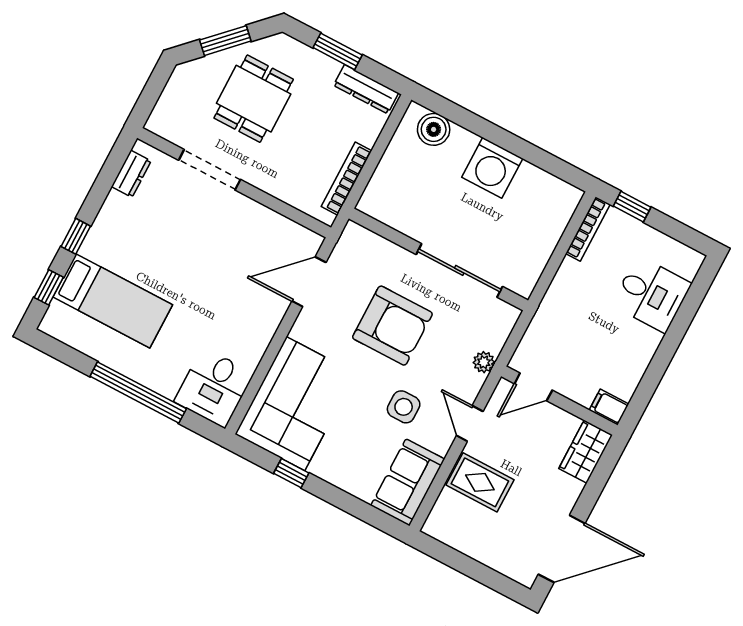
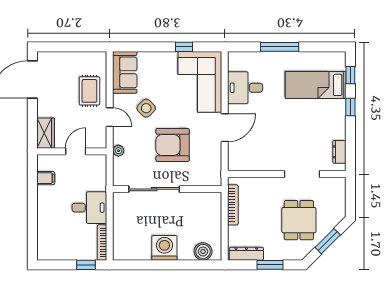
door: (309, 282) -> (225, 128), moved
desk: (651, 294) -> (89, 208), moved, turned 180
desk: (214, 387) -> (245, 88), moved, turned -90
door: (533, 387) -> (76, 151), moved
window: (138, 392) -> (280, 47), width x0.68
side table: (404, 407) -> (146, 108), turned 45
filing cabinet: (609, 407) -> (46, 178), moved
rug: (480, 482) -> (89, 91), turned 90

